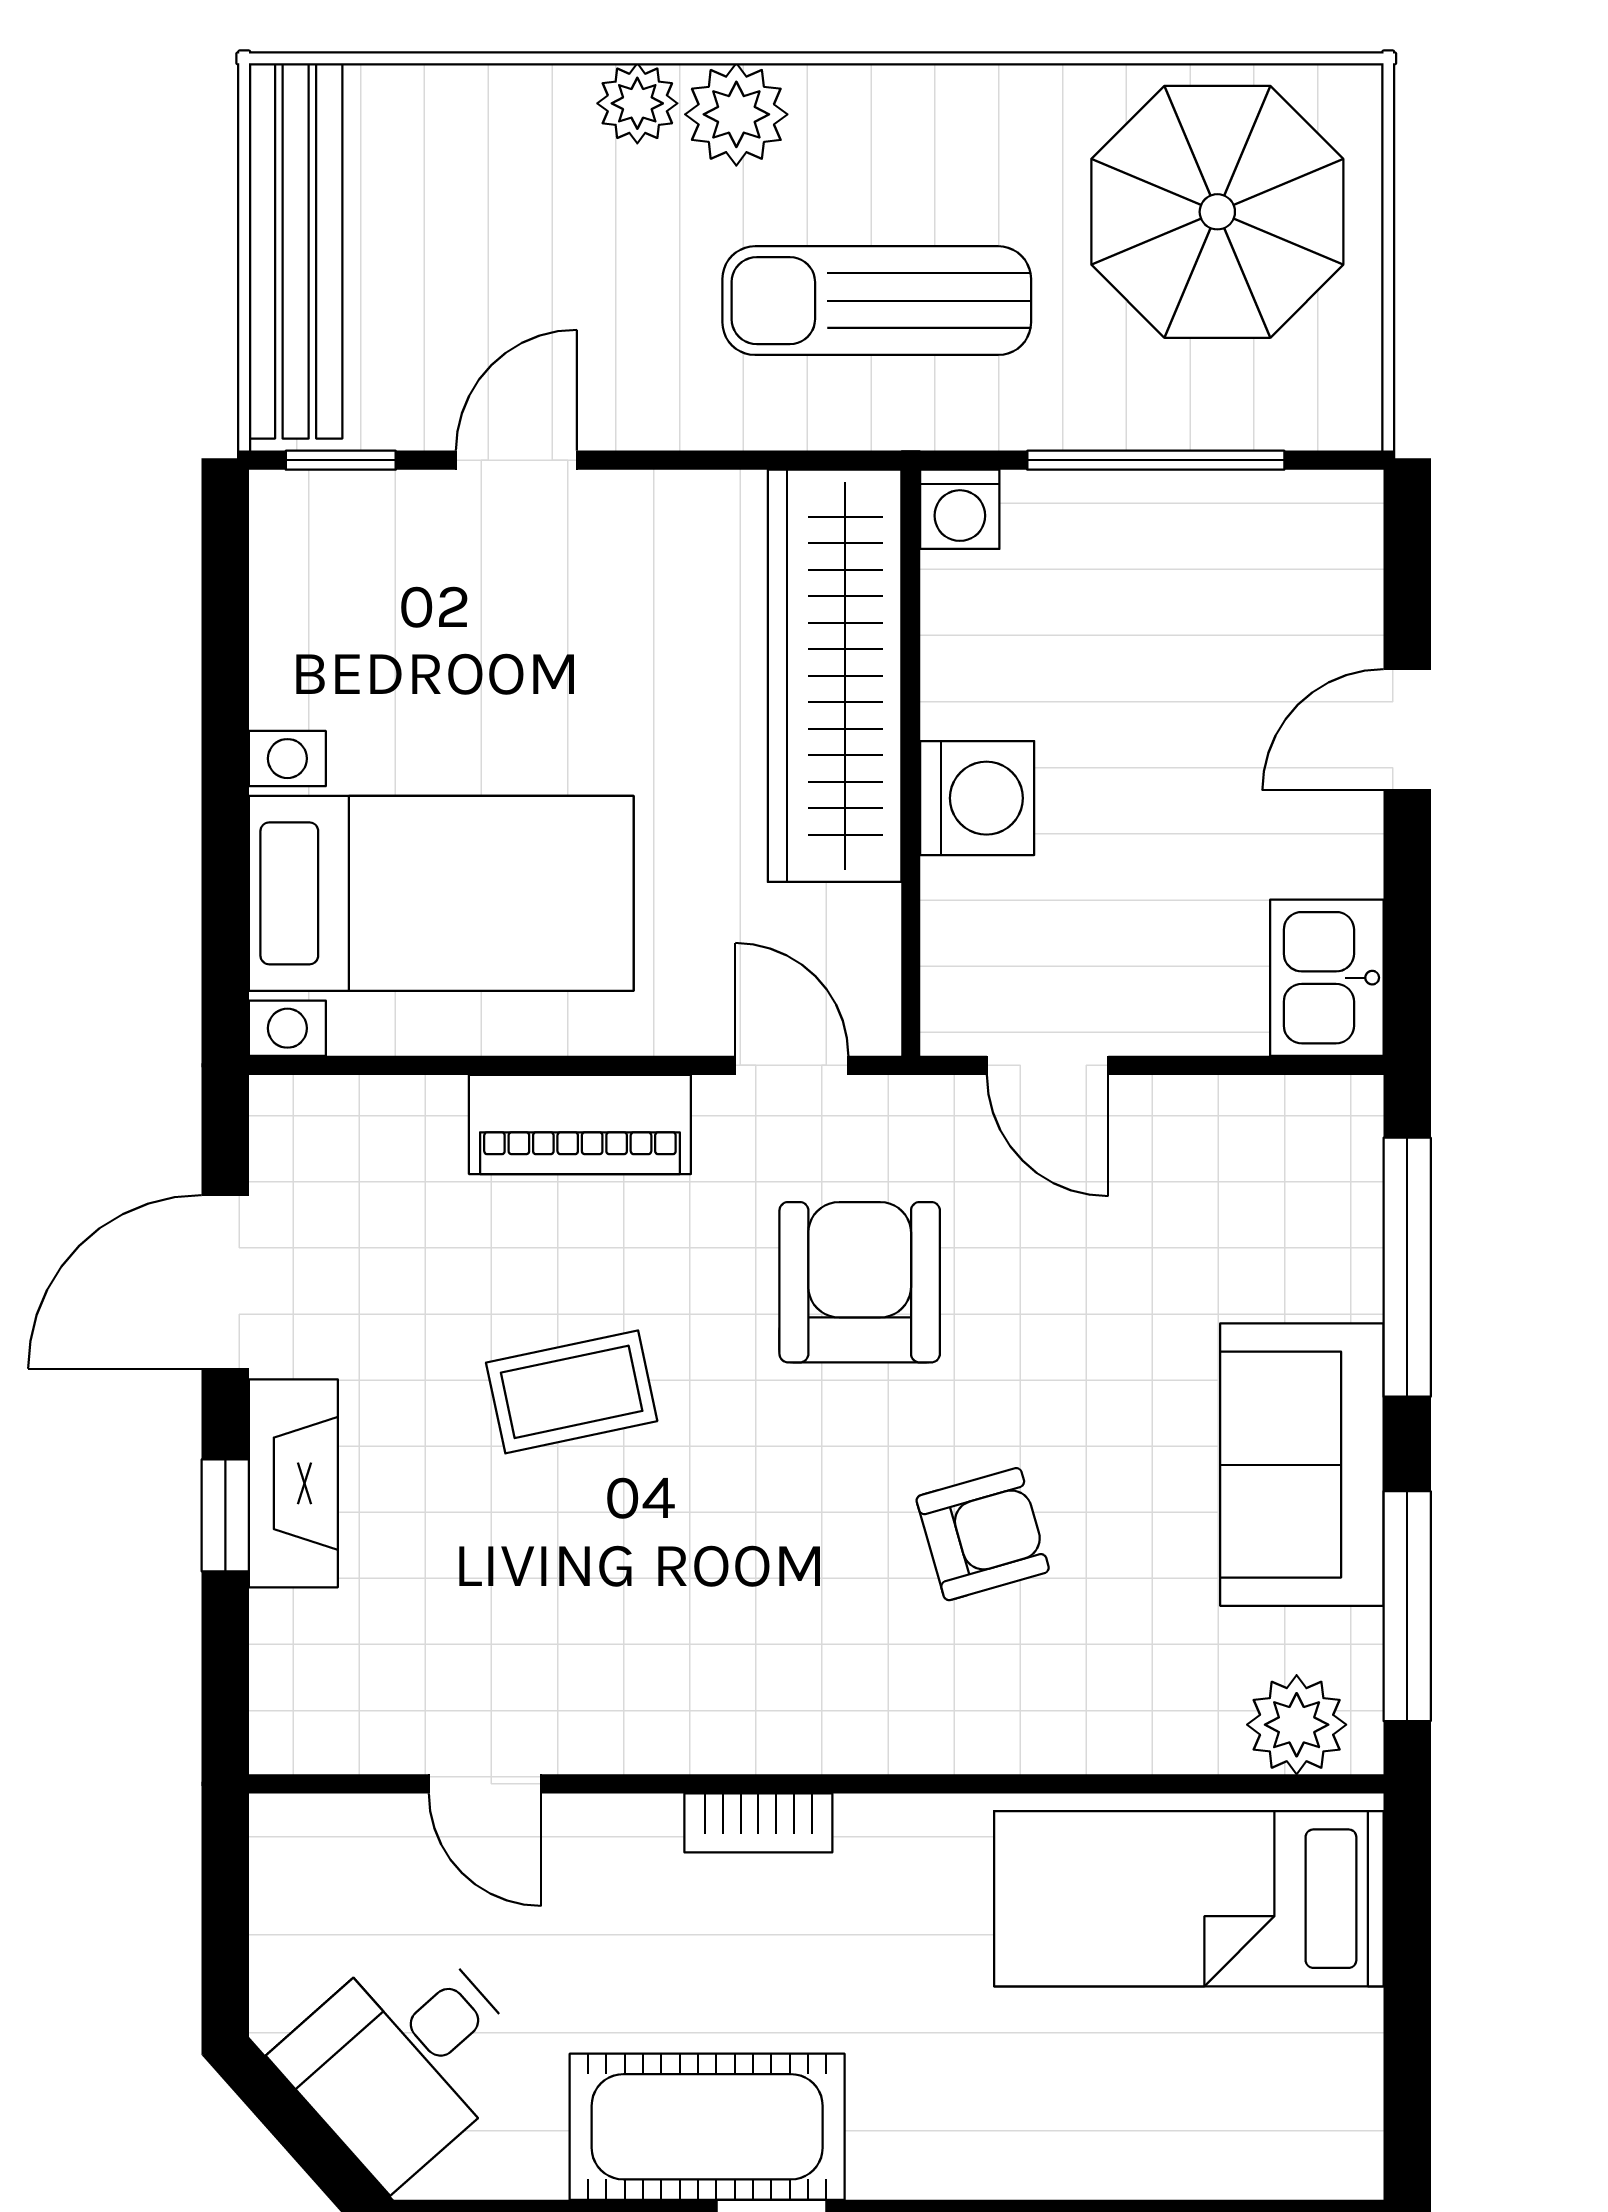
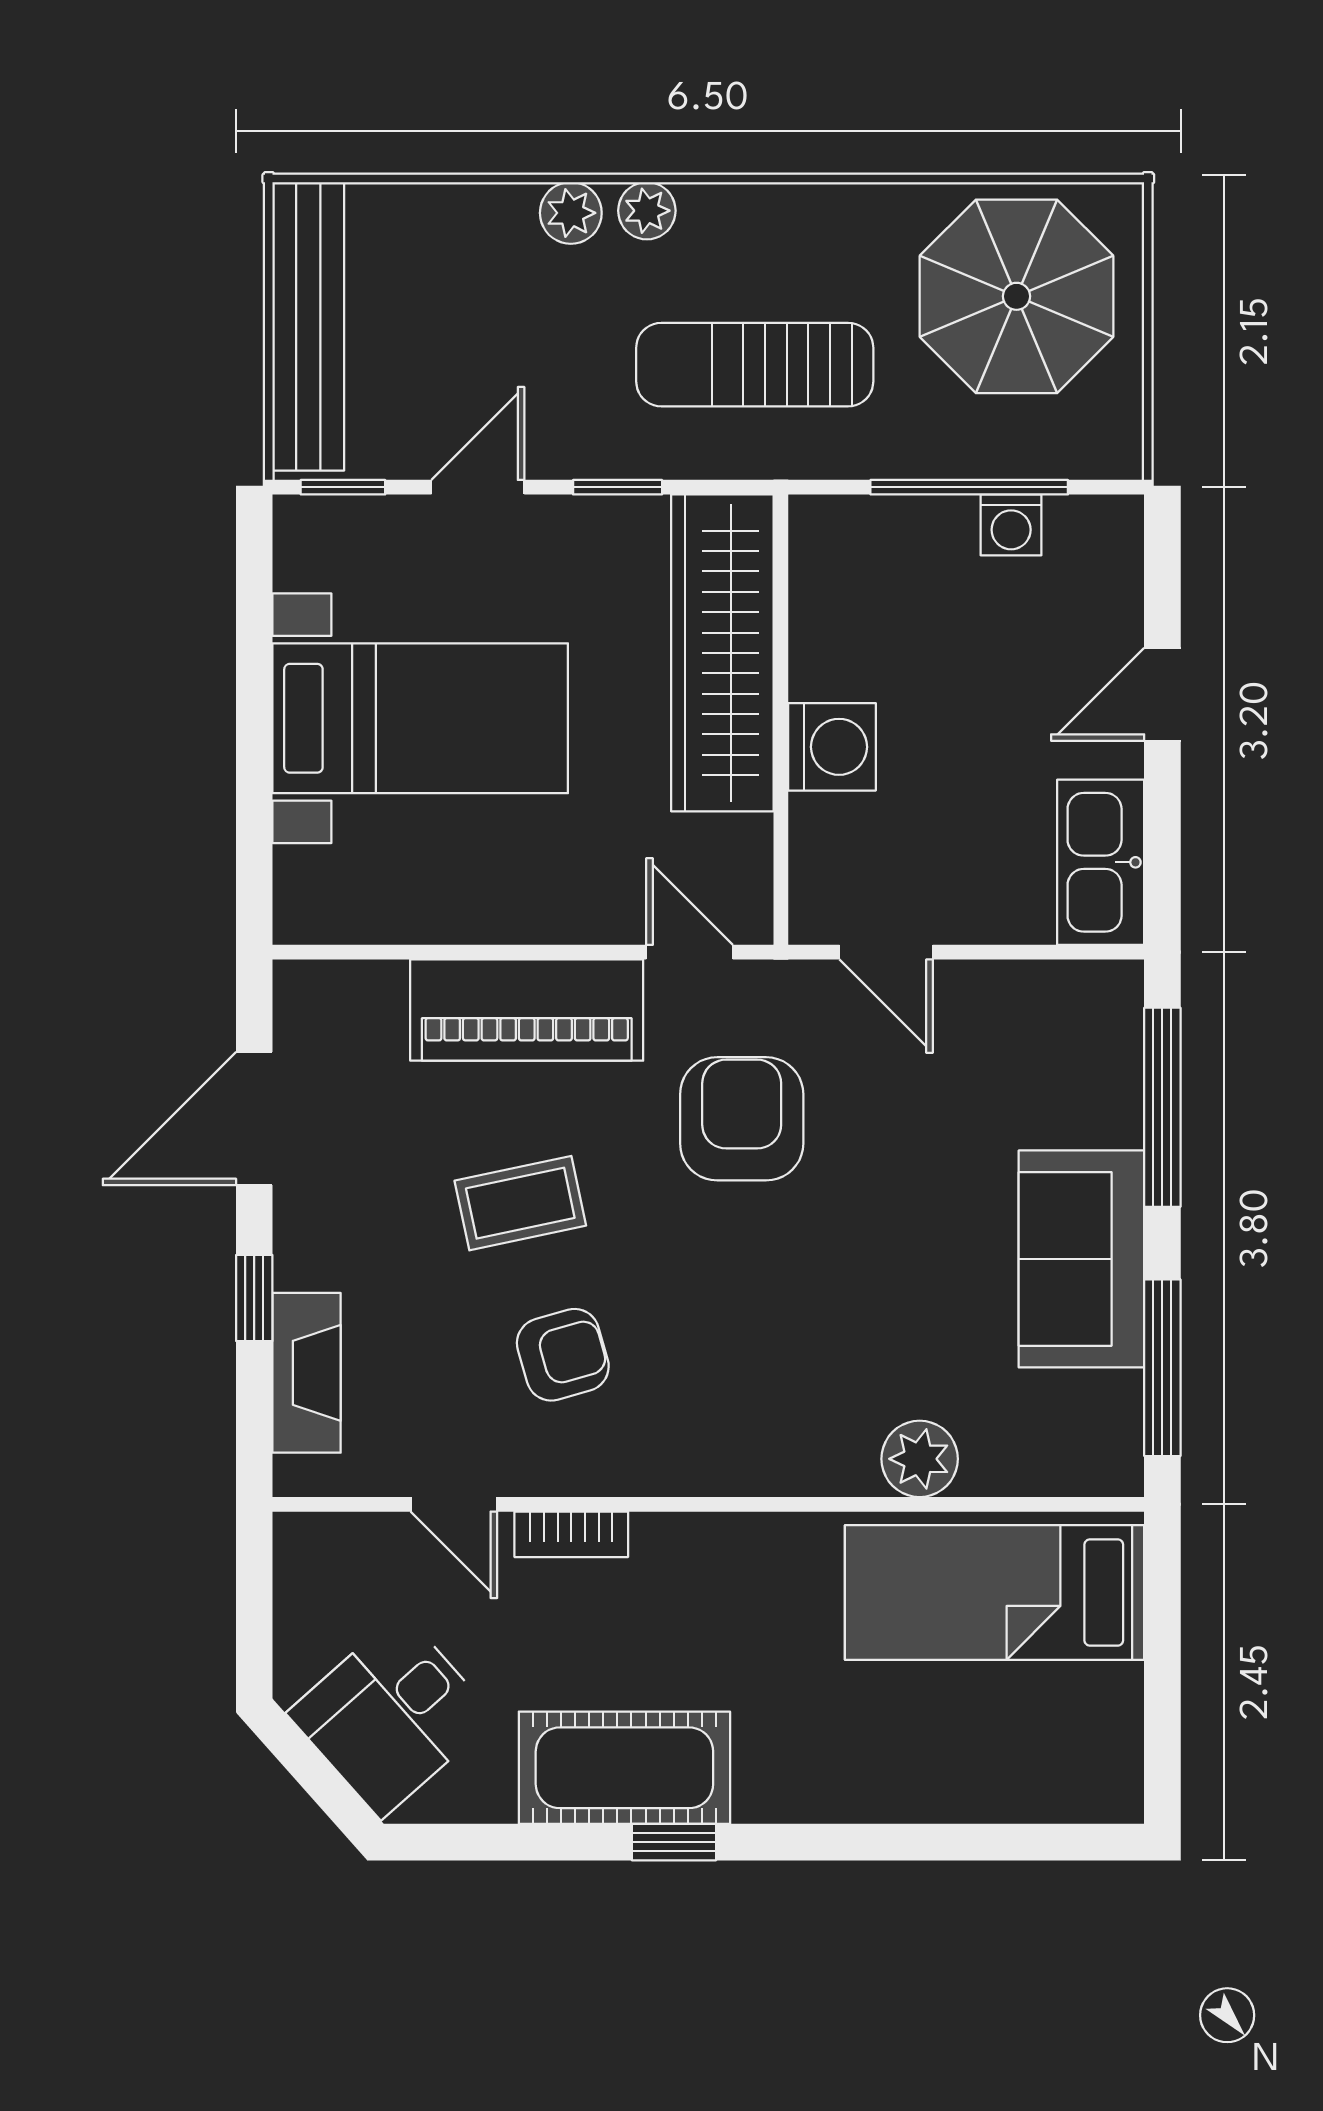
plant: (736, 114) -> (647, 211), width x0.73, depth x0.73
window: (698, 460) -> (618, 487), added
washing machine: (960, 509) -> (1011, 525), moved
bed with nightstands: (441, 893) -> (420, 718), moved
kitchen sink: (1327, 978) -> (1101, 862), width x1.38
piano: (580, 1124) -> (527, 1010), width x1.37, depth x1.33
fireplace: (293, 1483) -> (307, 1373), moved
armchair: (983, 1534) -> (563, 1355), moved
plant: (1297, 1725) -> (920, 1459), moved
bookcase: (758, 1823) -> (571, 1534), moved

